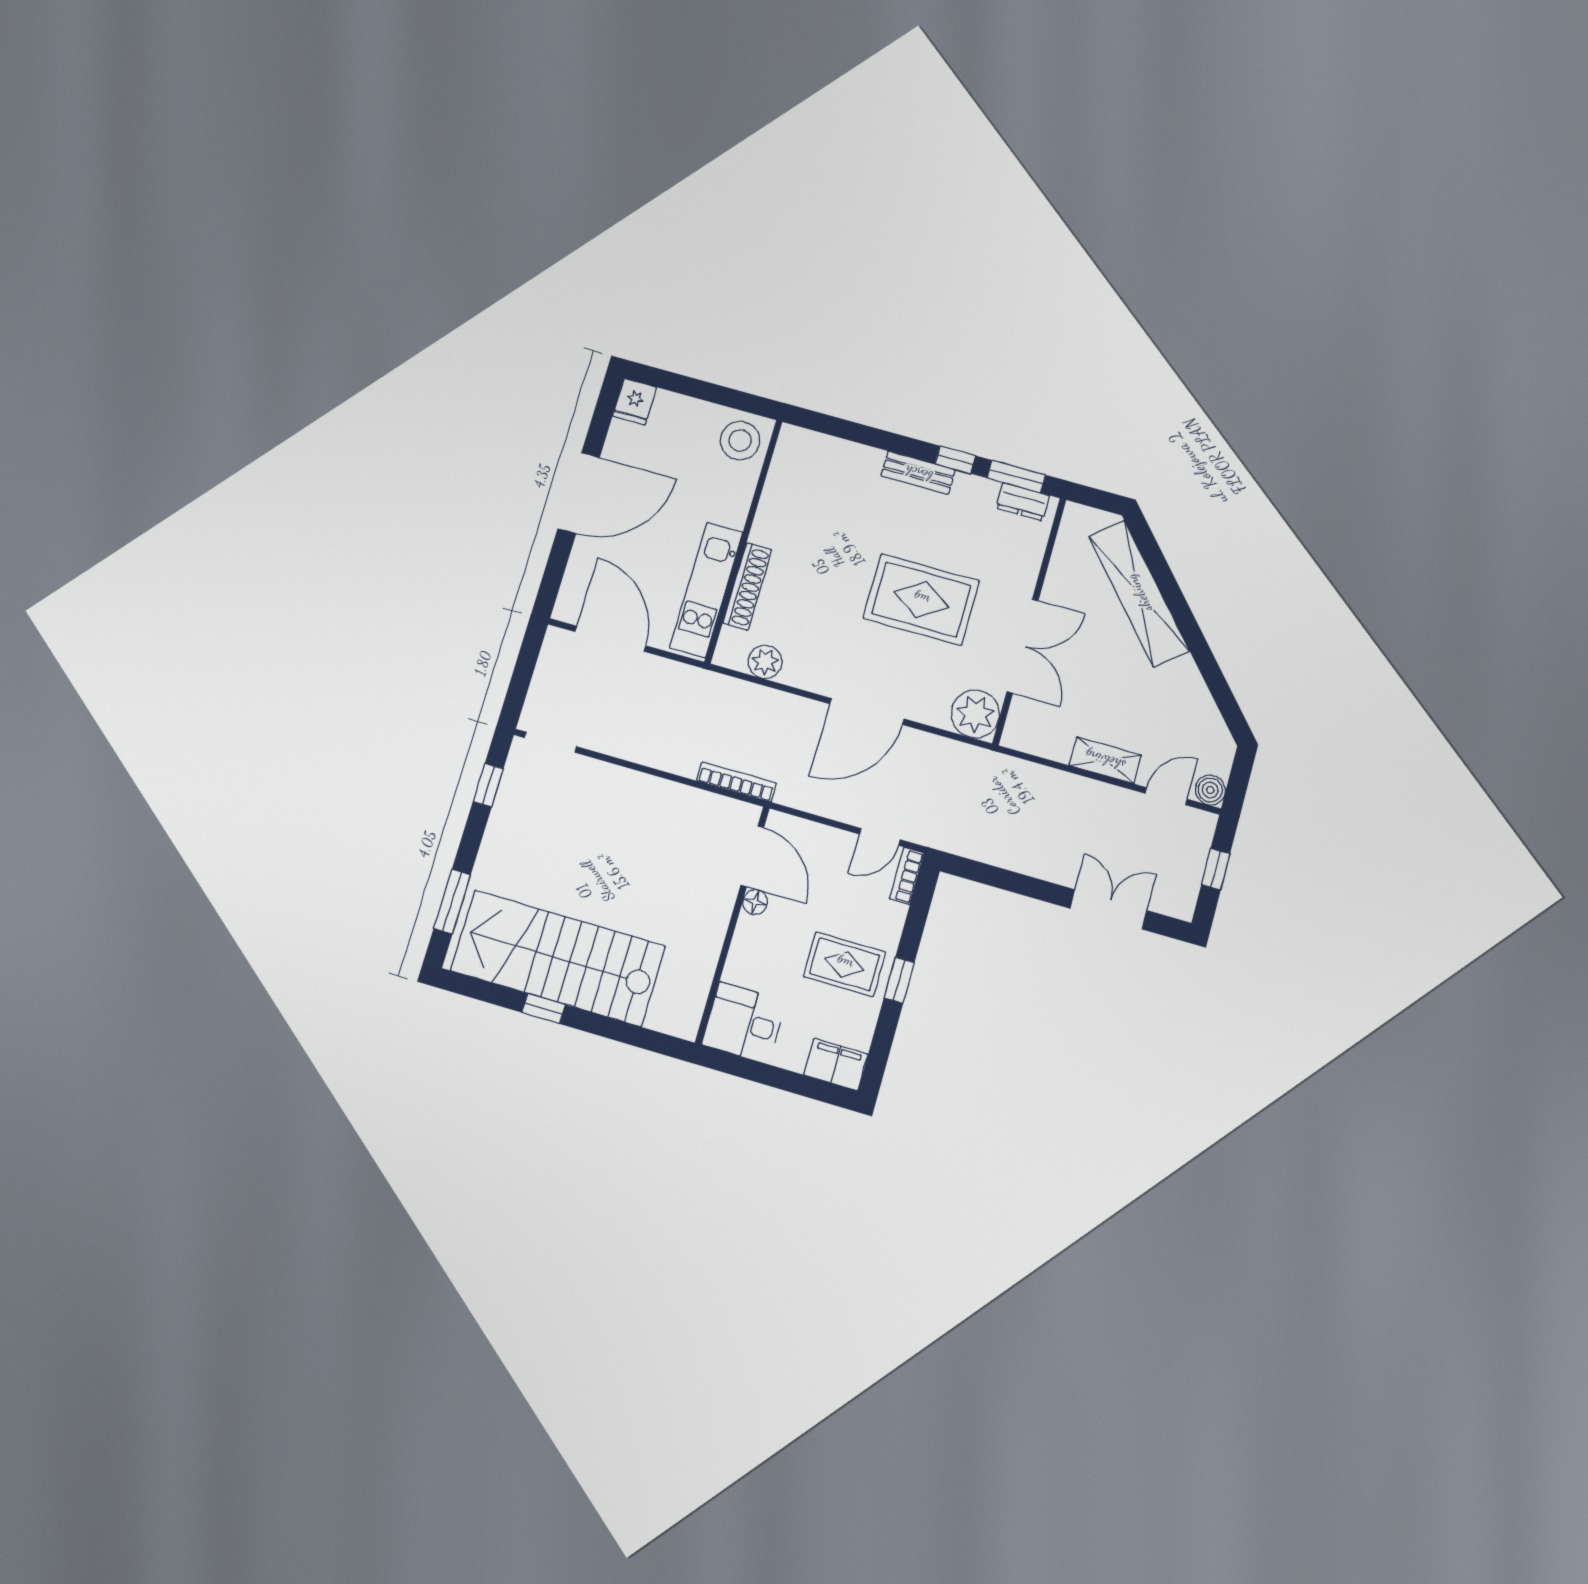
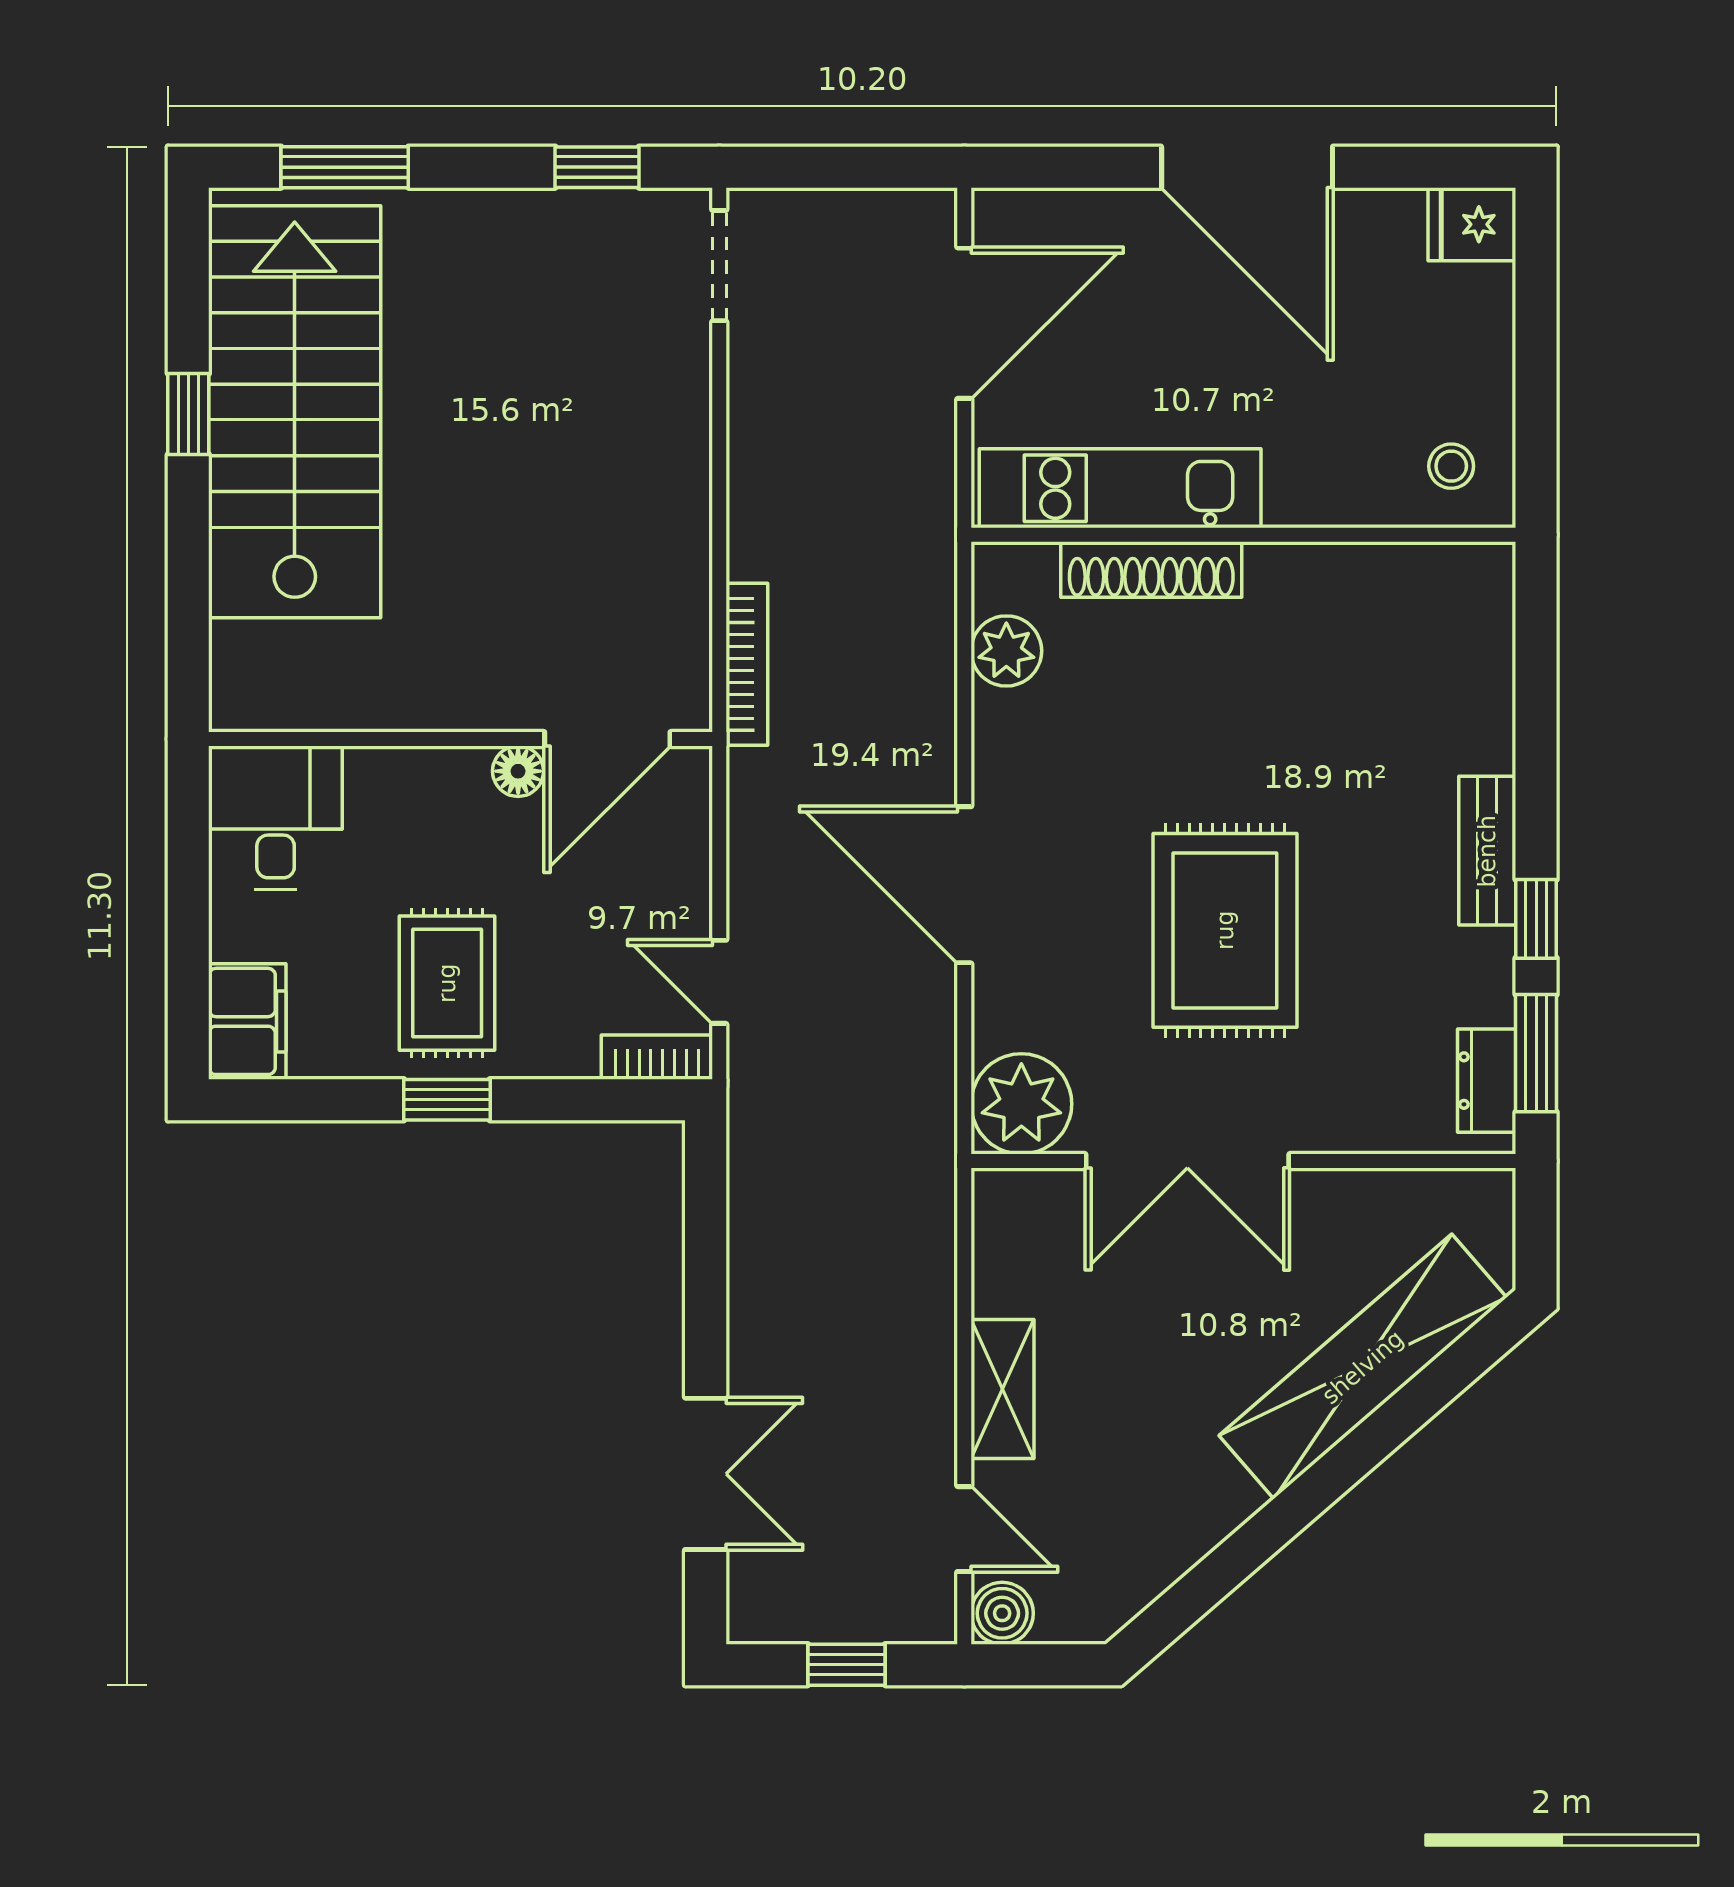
stool: (740, 441) -> (1451, 466), width x0.53, depth x0.53

